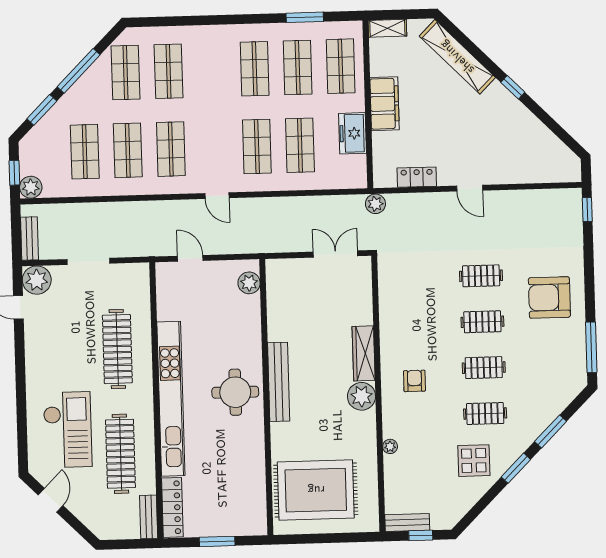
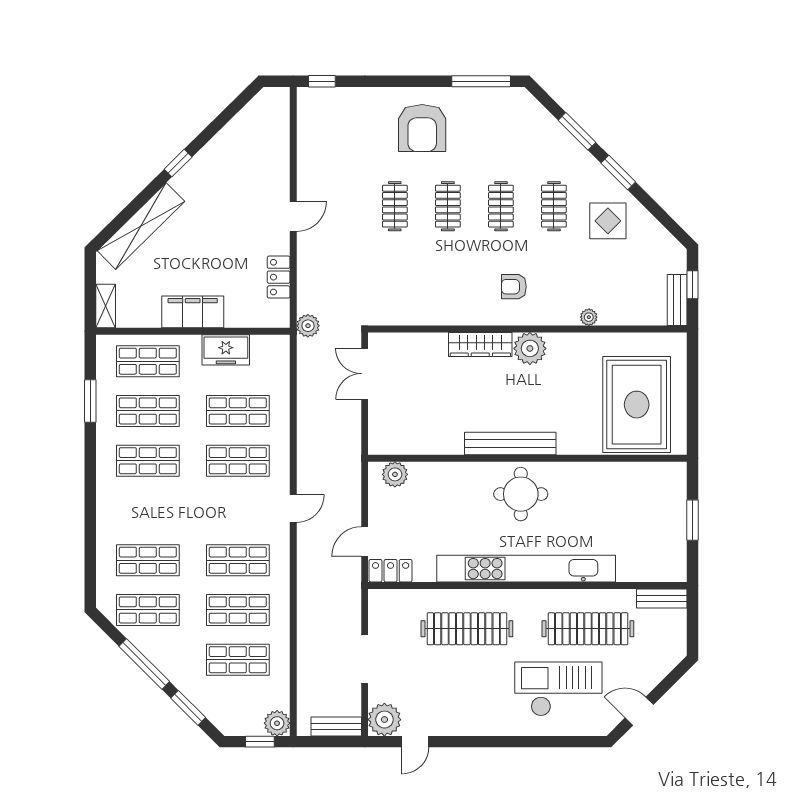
locker: (172, 507) -> (391, 571), moved, width x0.66

